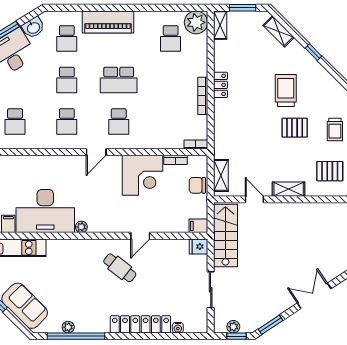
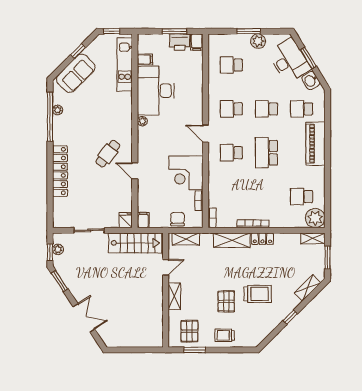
shelving: (222, 121) -> (232, 240), added
water cooler: (178, 328) -> (57, 203), removed

